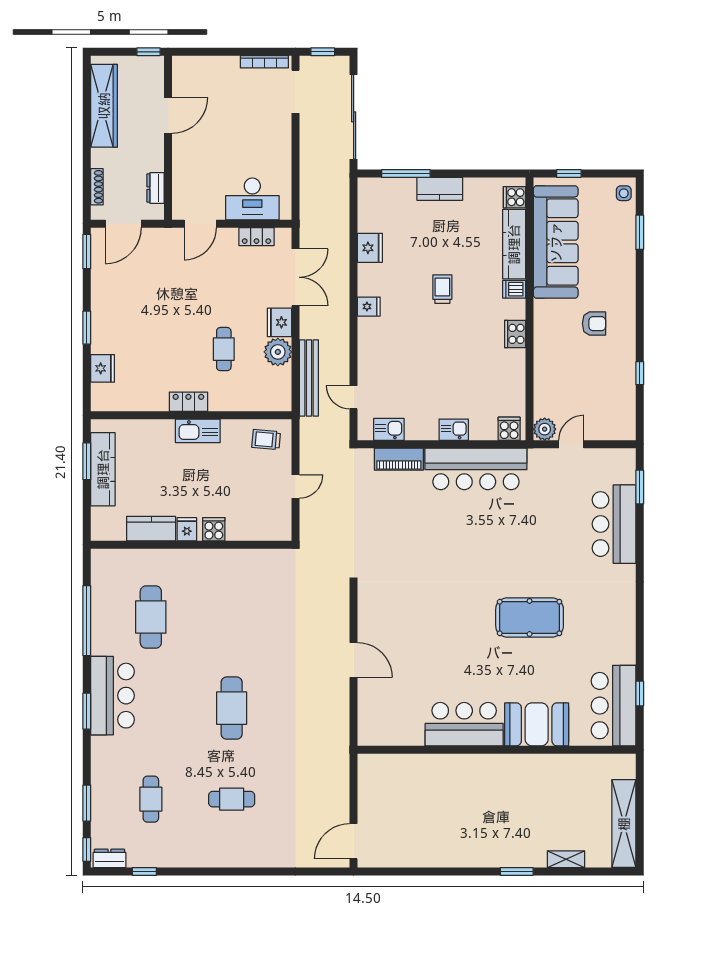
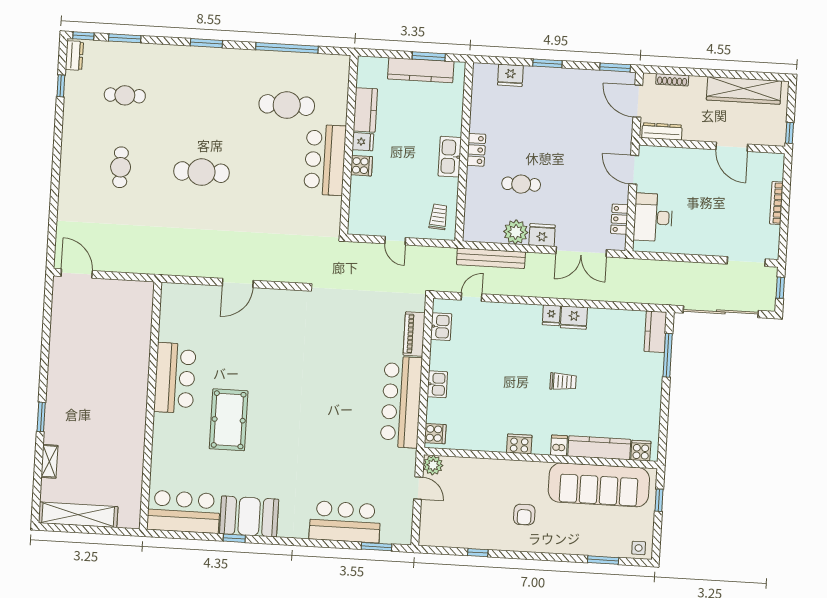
bookcase: (264, 62) -> (776, 203), moved
dresser: (155, 188) -> (662, 131), width x1.44
kitchen counter: (440, 189) -> (655, 332), moved
fridge: (370, 248) -> (574, 318), moved
pool table: (530, 617) -> (229, 420), moved
window: (640, 693) -> (234, 538), moved
bar counter: (112, 696) -> (325, 160), moved, turned 90
booth: (537, 724) -> (249, 516), moved, turned 90

